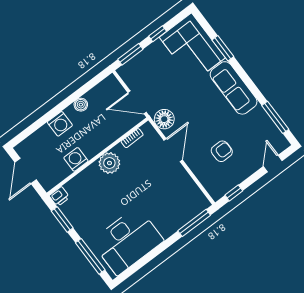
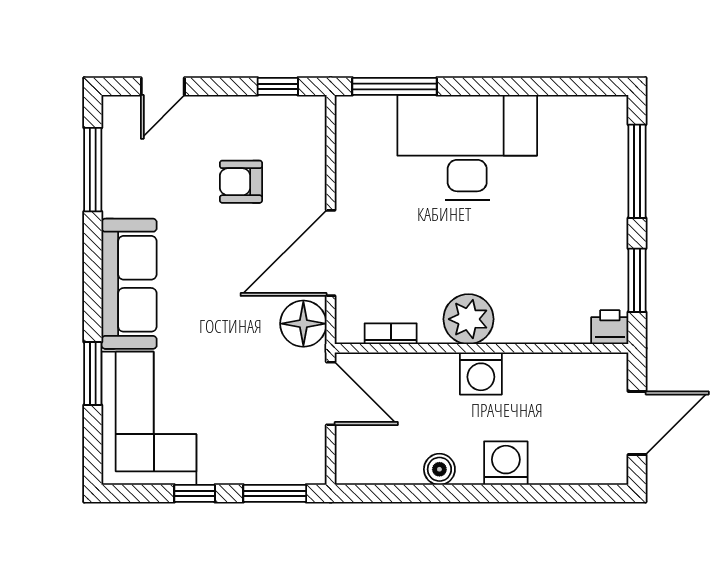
door: (173, 150) -> (331, 253), width x1.36
washing machine: (76, 159) -> (481, 373), moved
desk: (127, 241) -> (467, 147), moved

